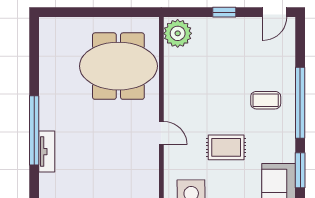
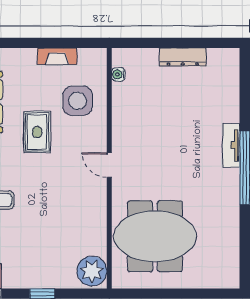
rug: (226, 147) -> (37, 132), moved, turned 90

